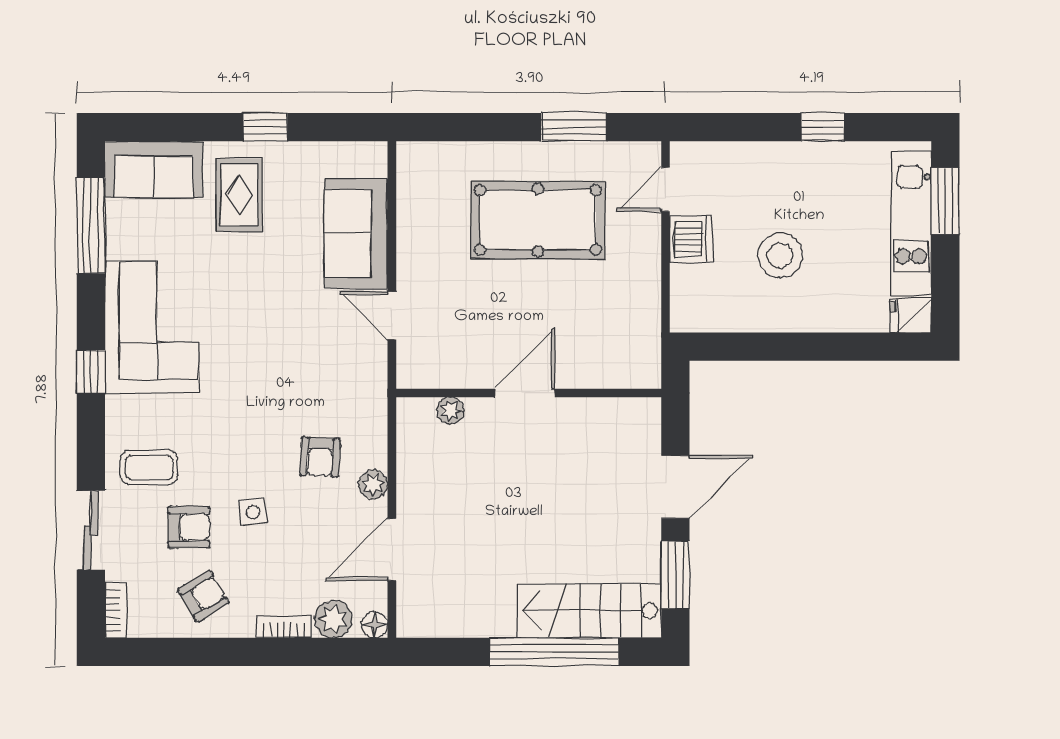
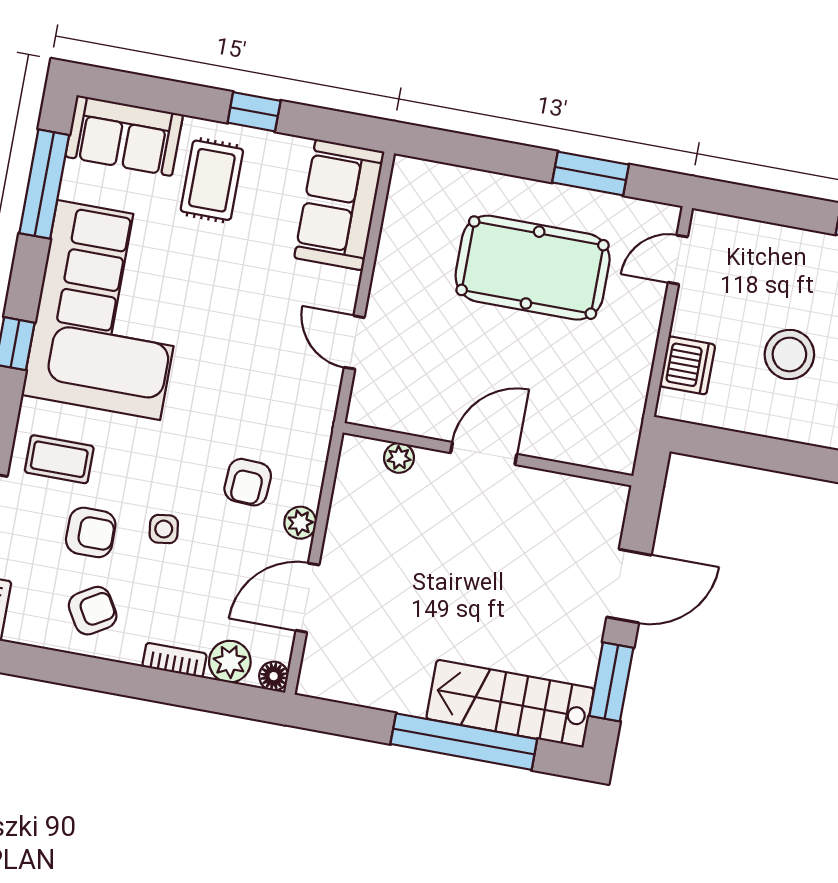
sofa: (356, 233) -> (339, 205), moved
dishwasher: (691, 239) -> (687, 365), moved
corner sofa: (152, 327) -> (109, 310), width x1.36, depth x1.36

